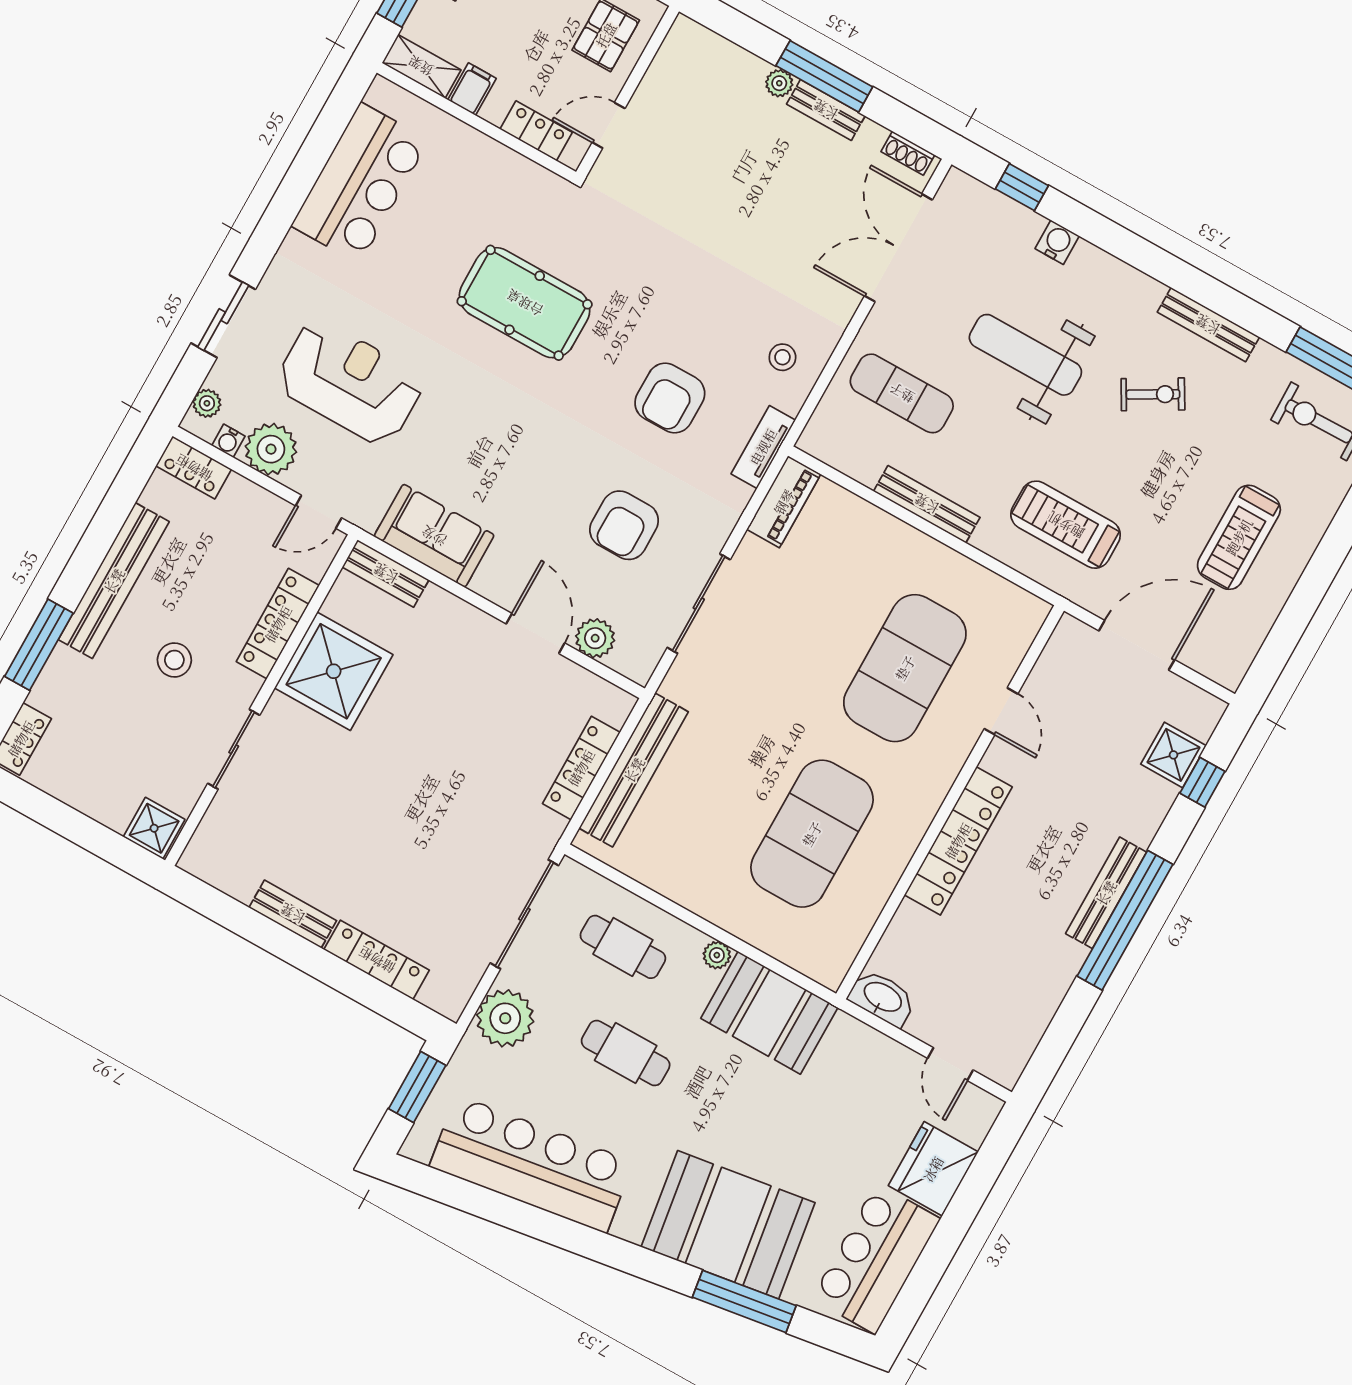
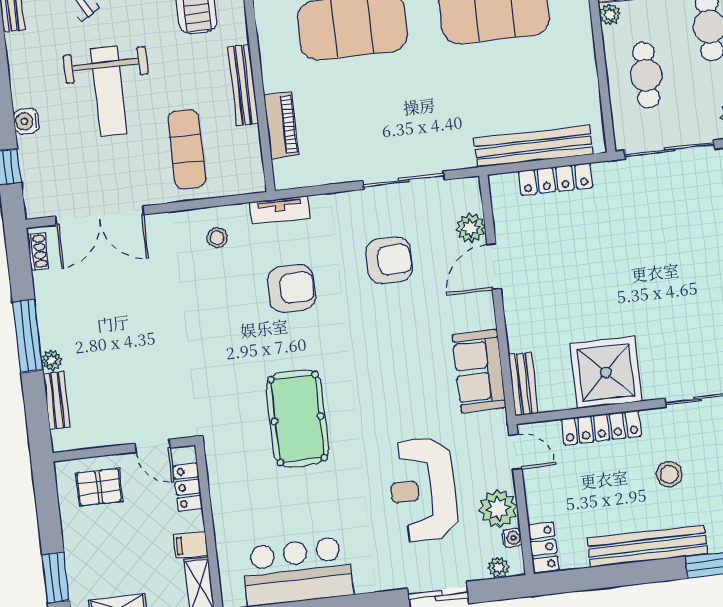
bench: (826, 110) -> (57, 400), moved
piano: (784, 502) -> (281, 125), moved, turned 90

